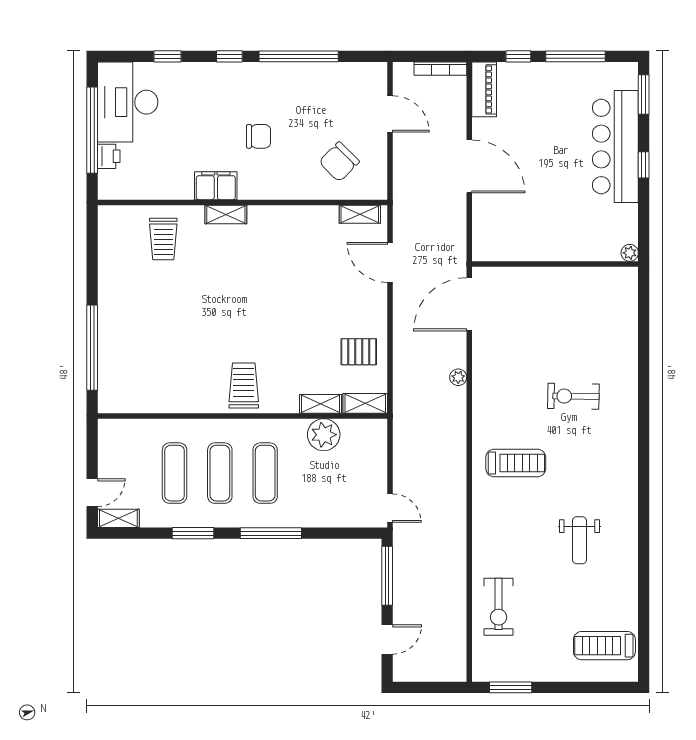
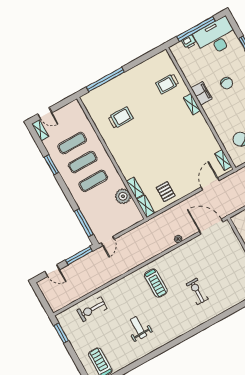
chair: (258, 136) -> (227, 83), moved
trolley: (244, 386) -> (121, 118), moved
window: (271, 533) -> (84, 223), moved
weight bench: (579, 540) -> (138, 328), turned 90

